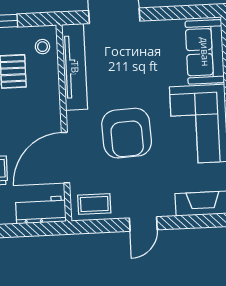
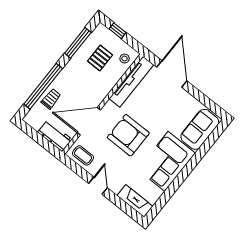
armchair: (127, 133) -> (128, 135), turned 93
door: (143, 224) -> (98, 186), swing flipped

